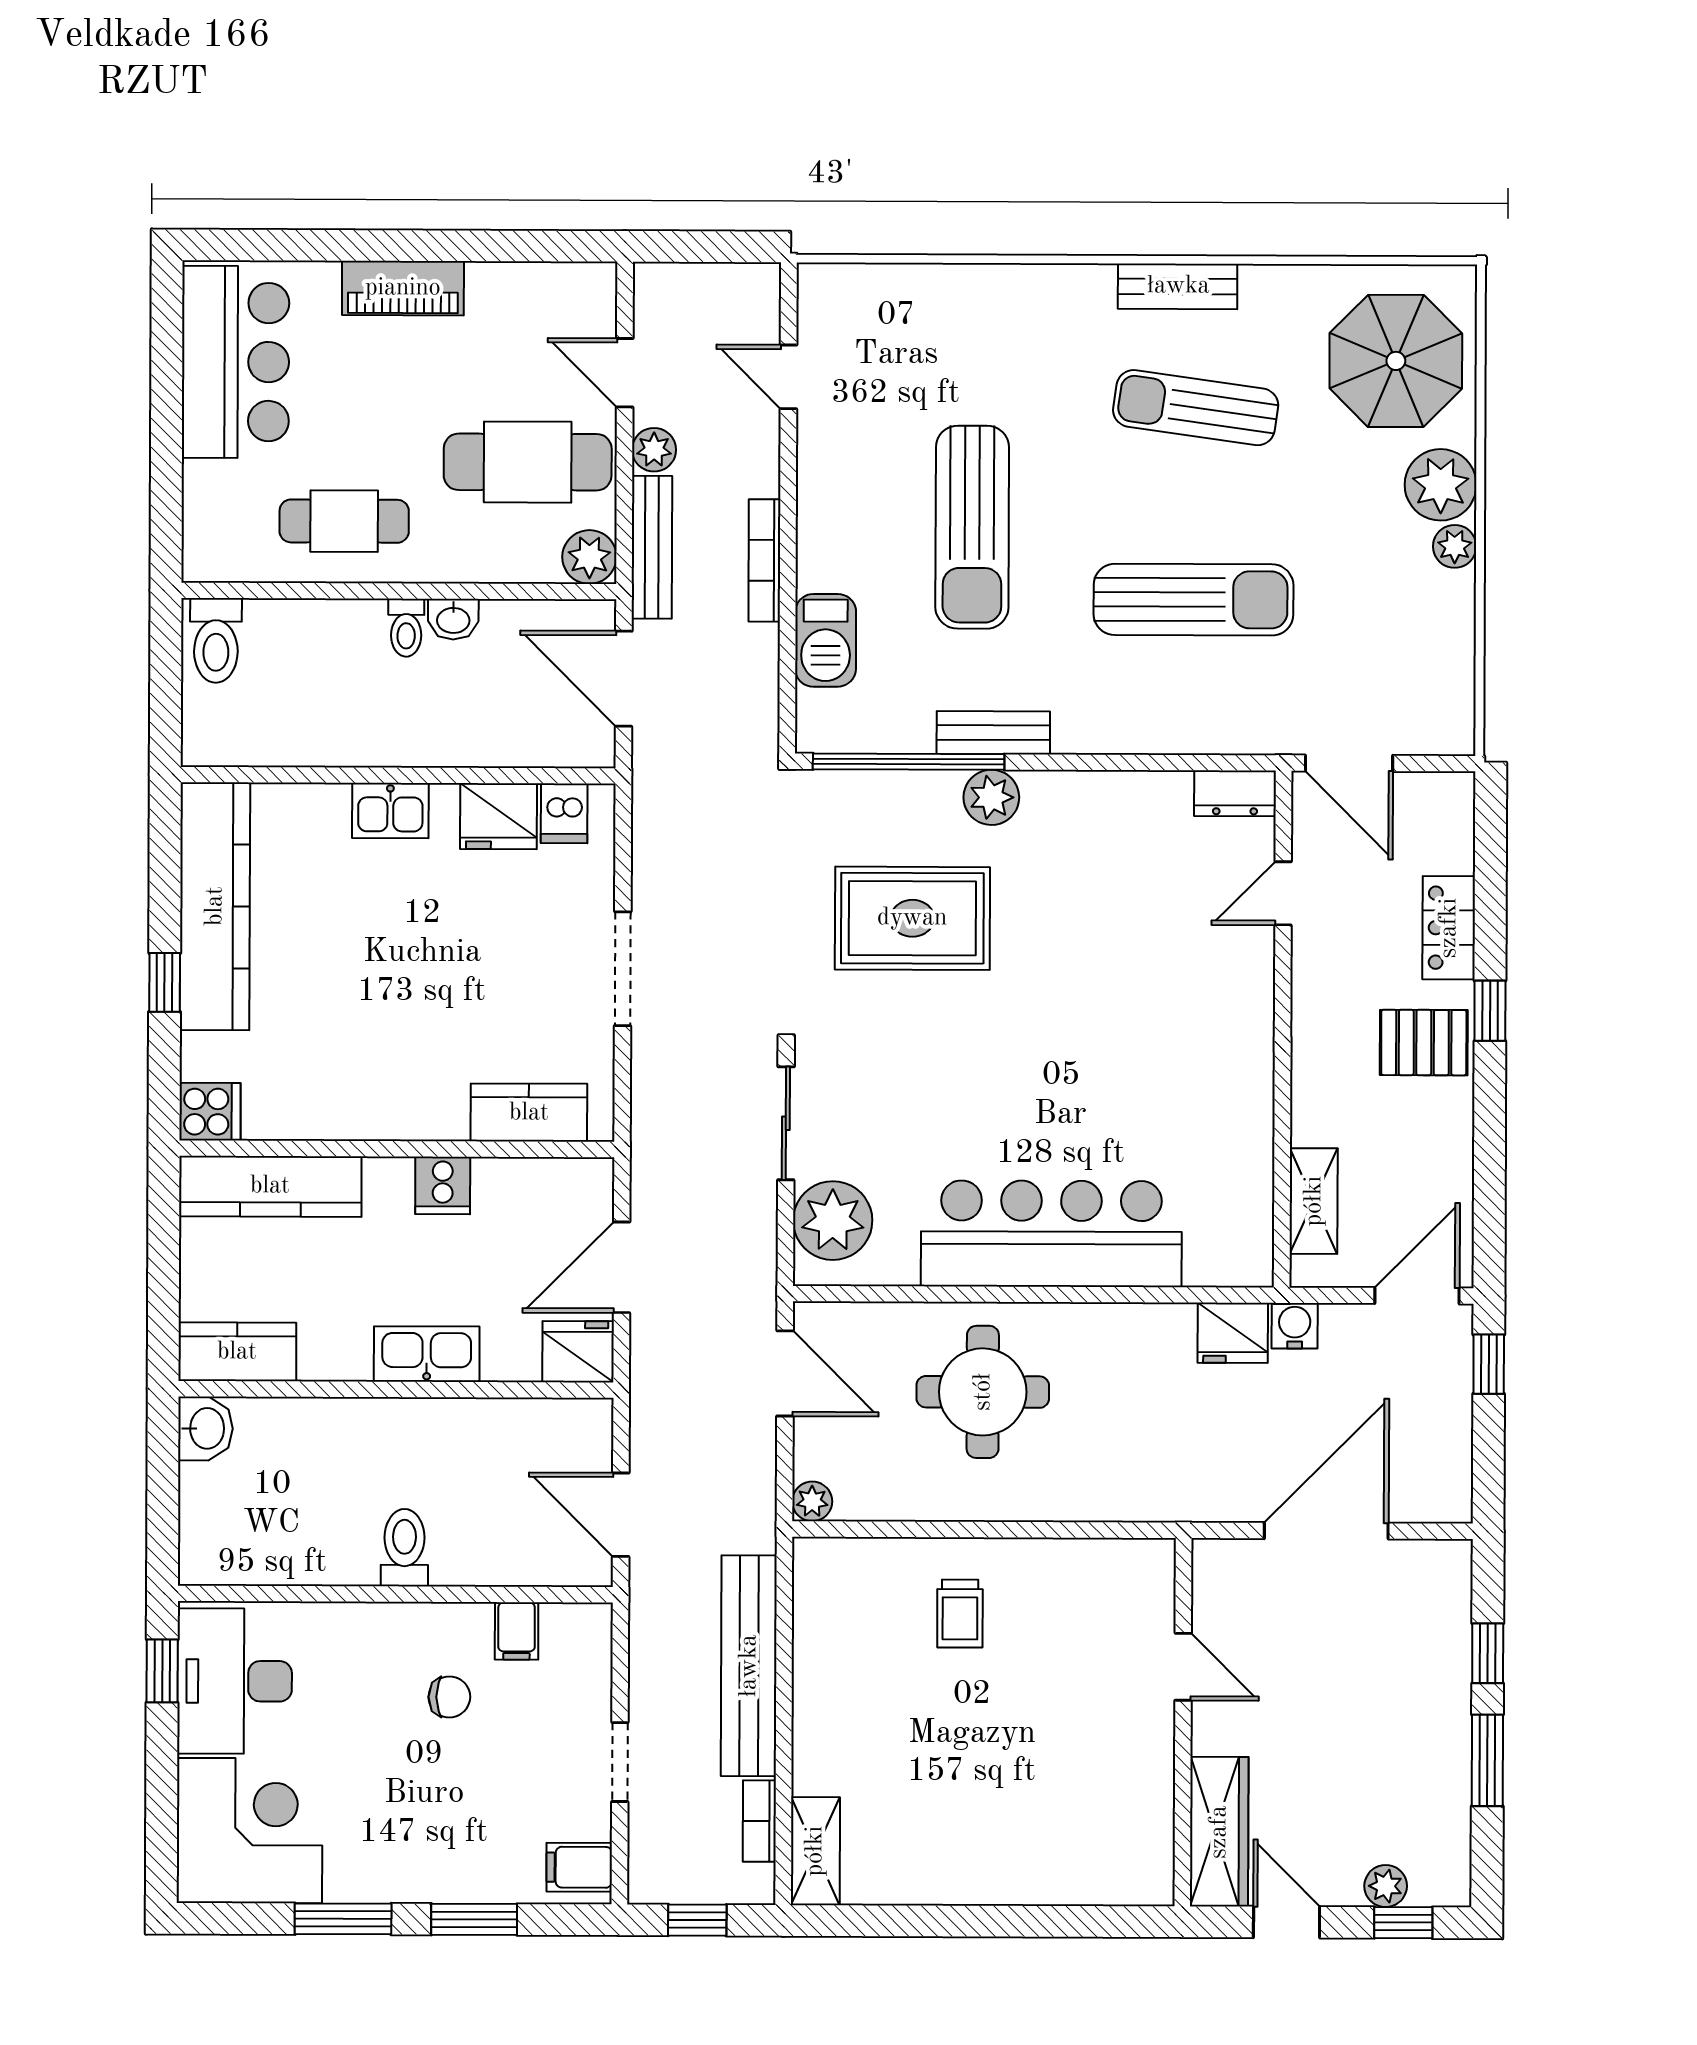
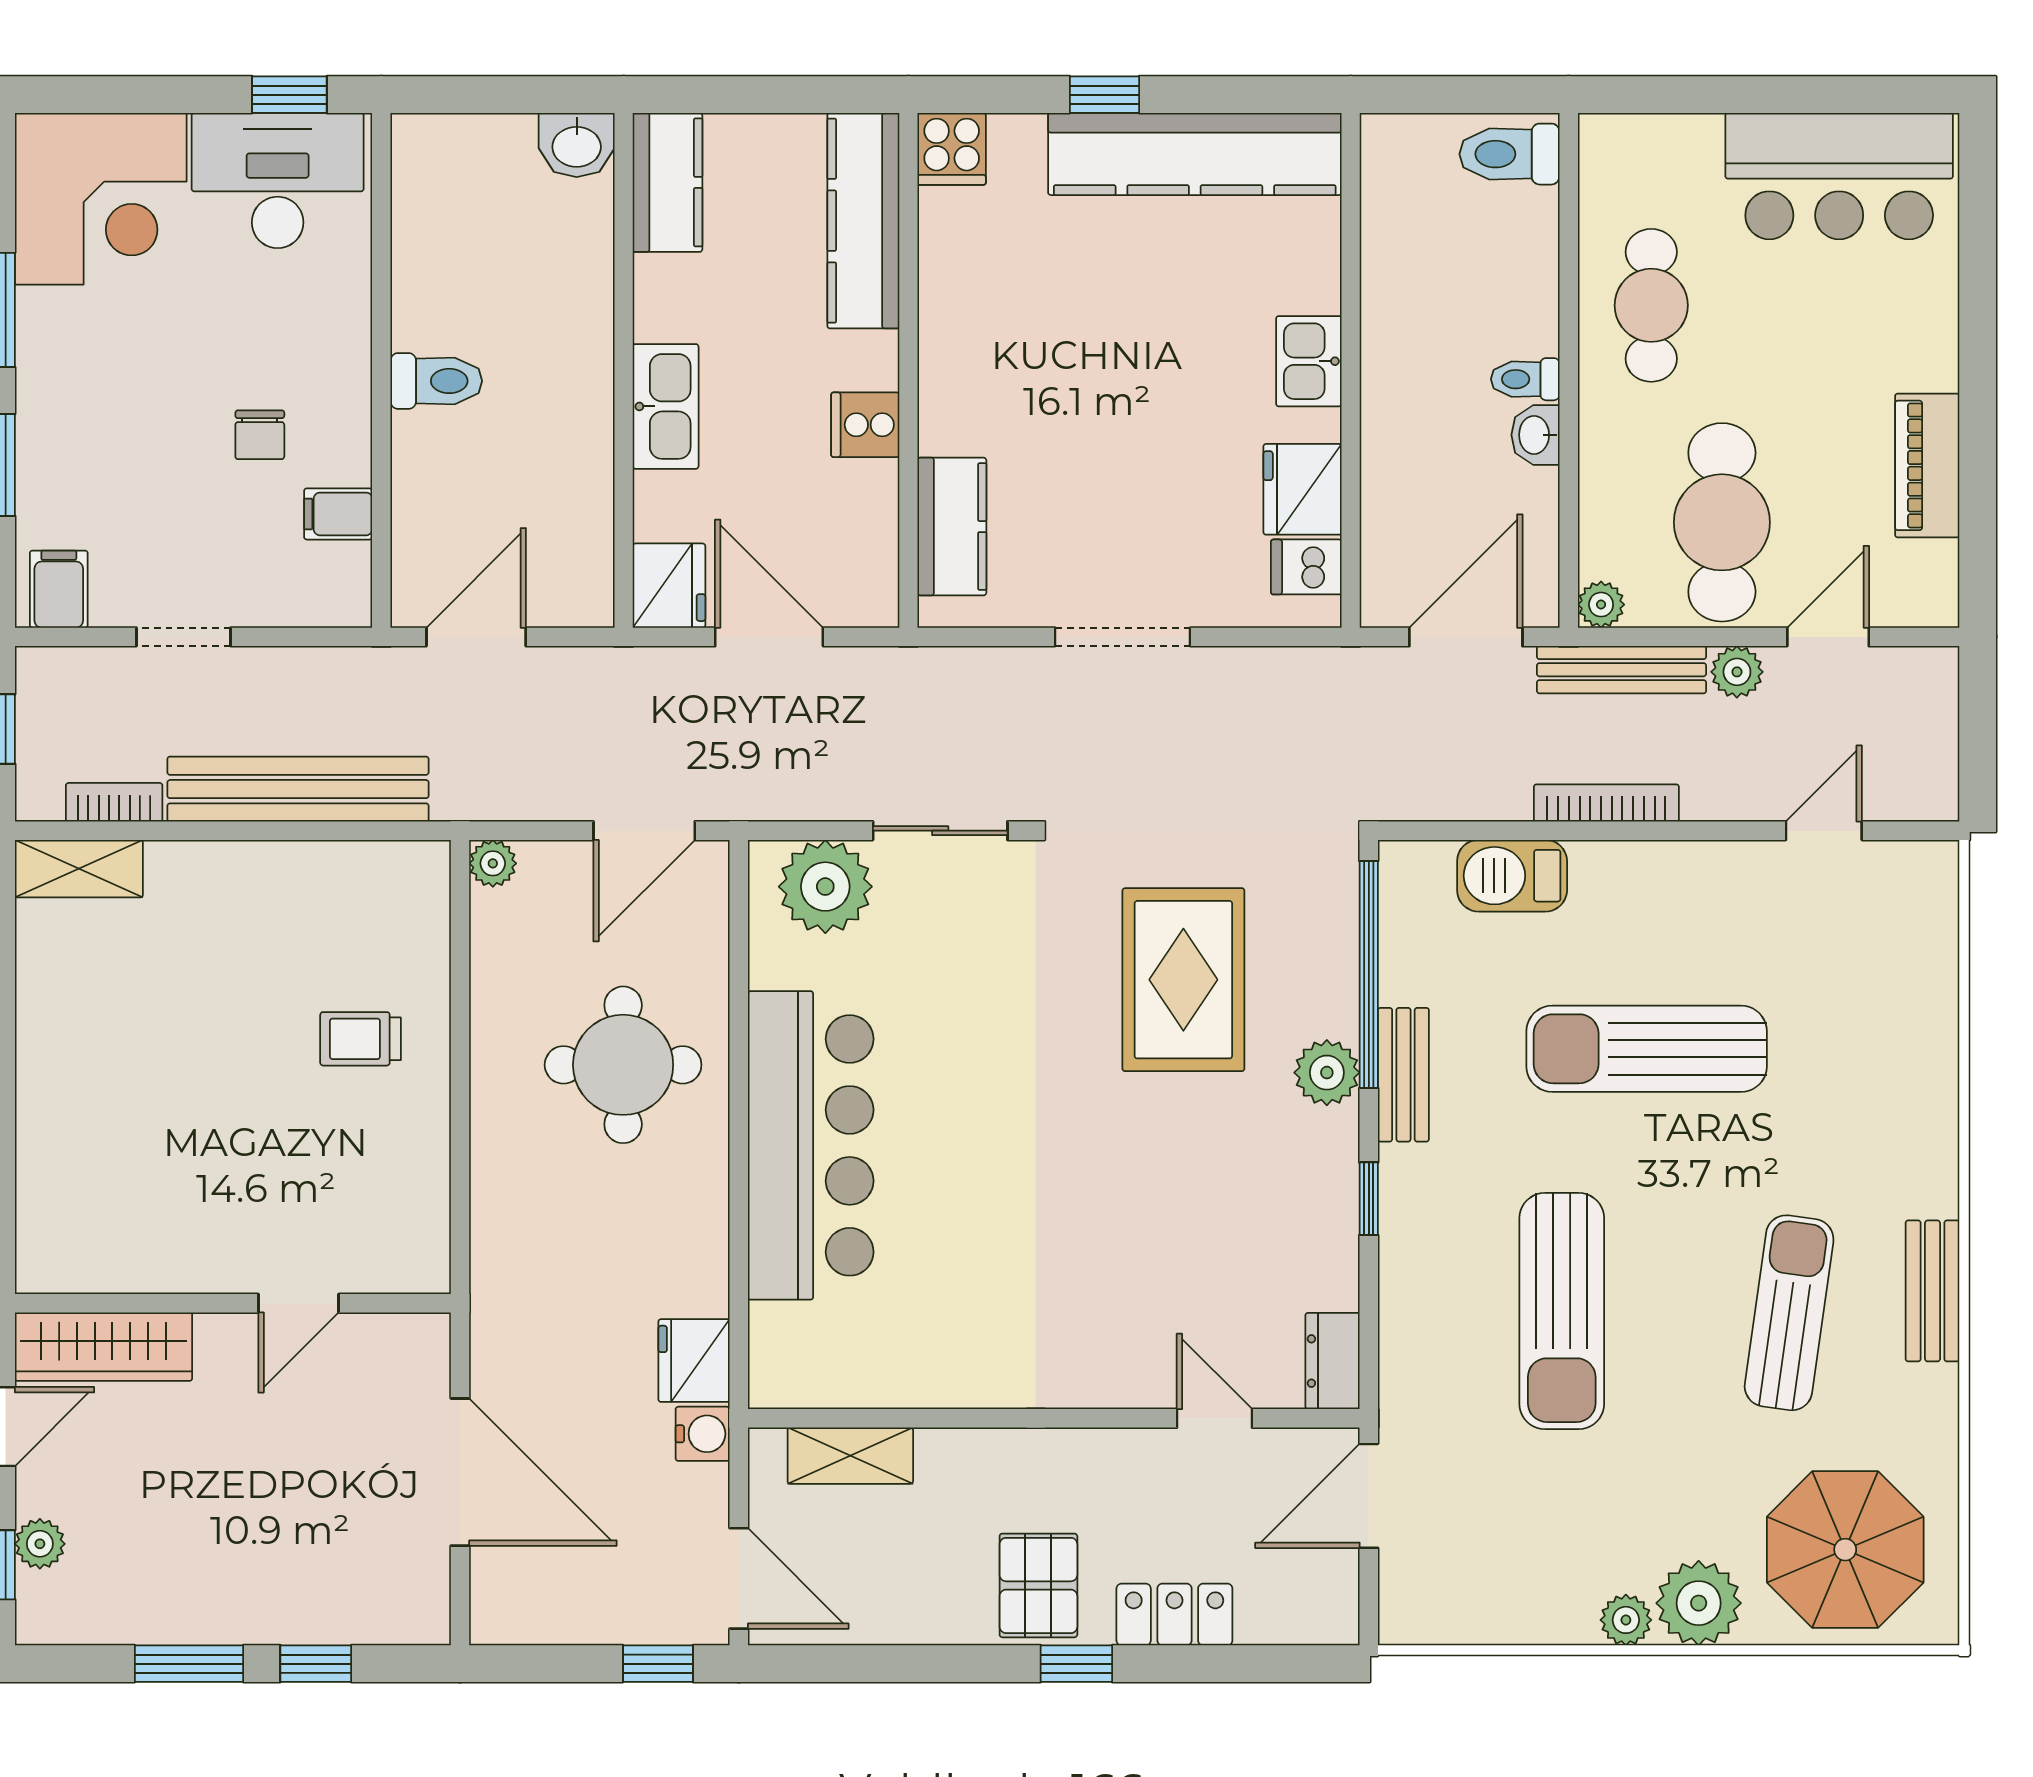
piano: (403, 288) -> (1927, 465), moved
plant: (589, 557) -> (1601, 605), width x0.73, depth x0.73
window: (1098, 762) -> (1369, 1199), added

